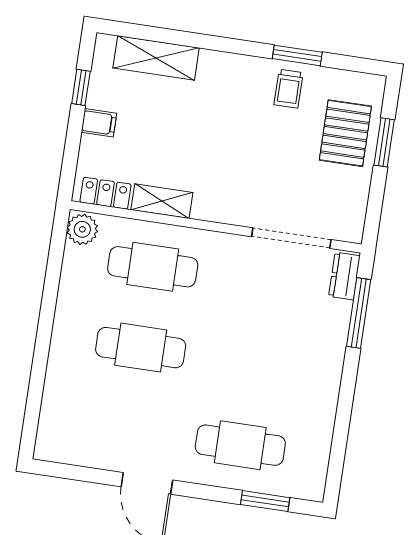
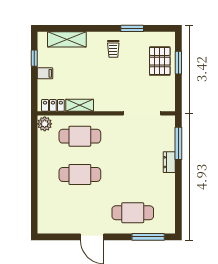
trolley: (289, 89) -> (113, 49), moved
dresser: (344, 276) -> (169, 162), moved
window: (265, 501) -> (148, 237), width x1.44

